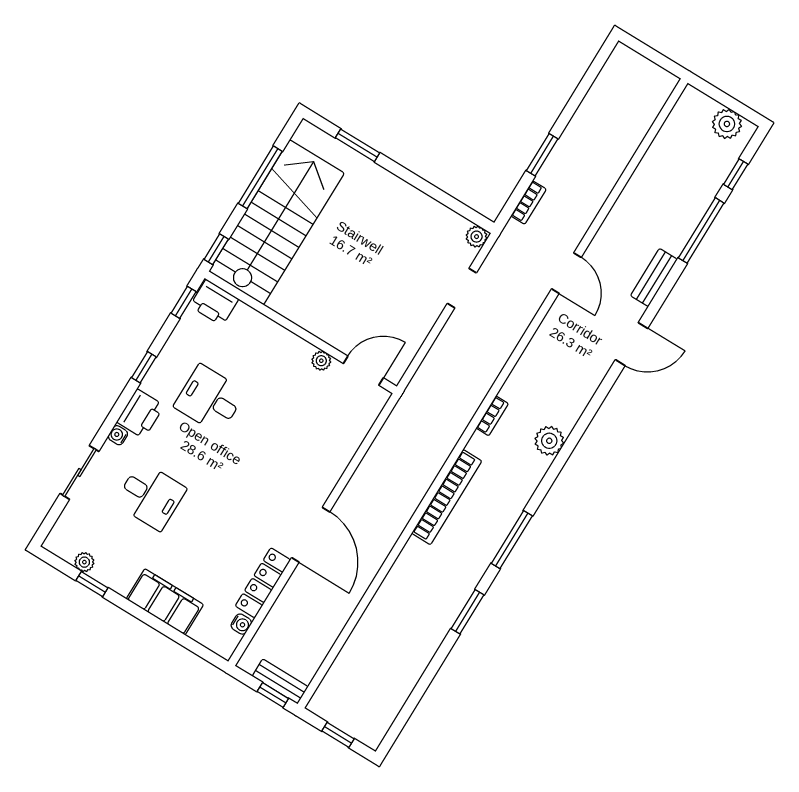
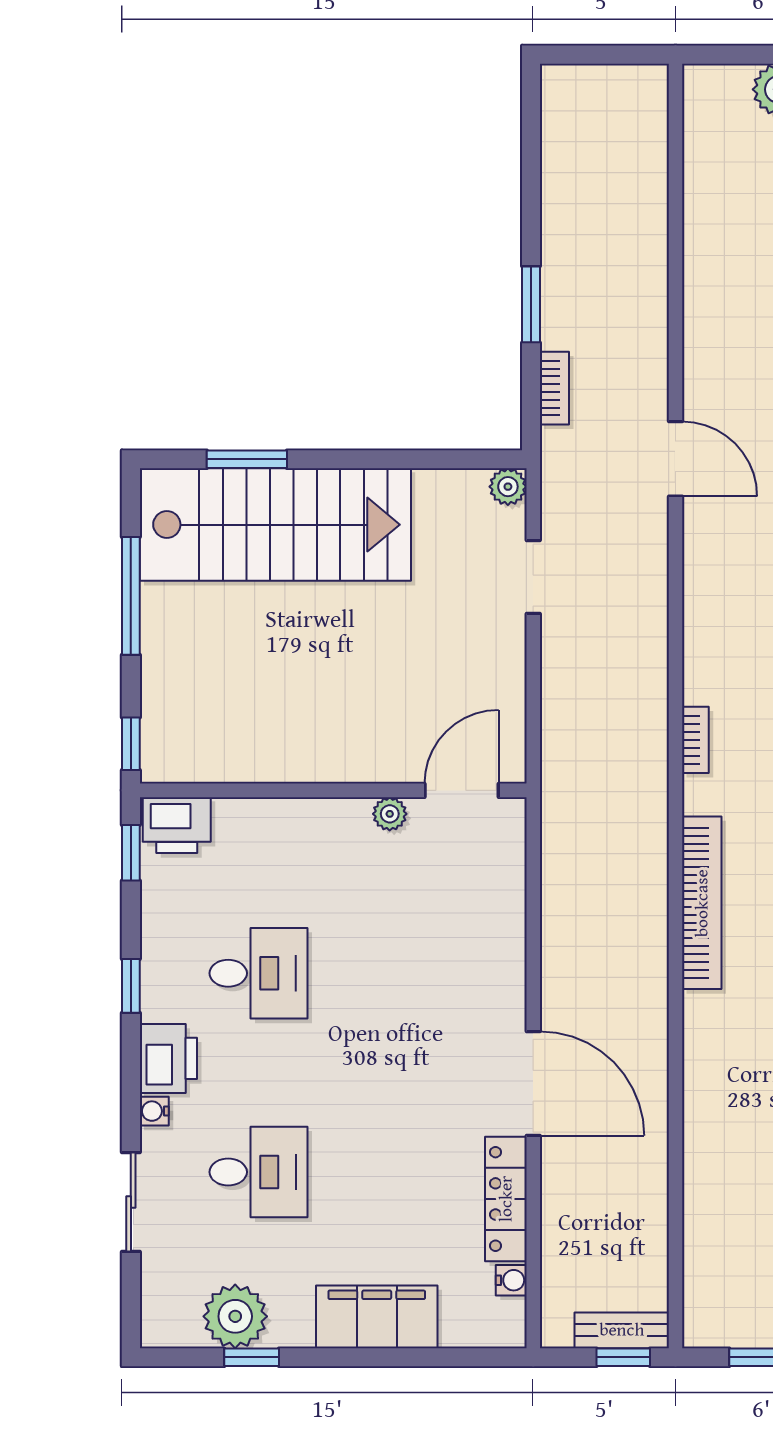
stairs: (276, 222) -> (275, 525), moved, turned 90
desk: (210, 399) -> (258, 973), turned 180
plant: (84, 562) -> (235, 1316), width x1.88, depth x1.88

